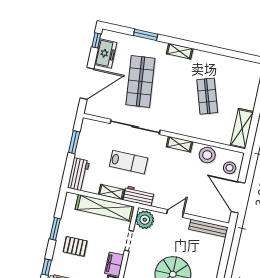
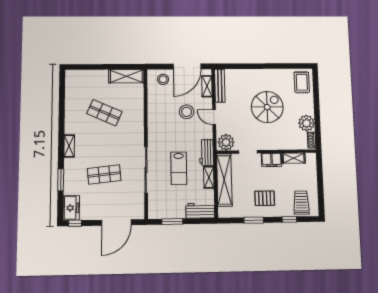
freezer: (106, 53) -> (71, 208), moved, turned 90
shop shelf: (140, 81) -> (104, 175), width x0.70, depth x0.74
door: (87, 83) -> (116, 222), swing flipped
shop shelf: (207, 96) -> (104, 113), turned 42
shelving: (179, 144) -> (207, 86), moved
stool: (207, 155) -> (187, 112), moved
lab bench: (129, 162) -> (179, 168), turned 180
pallet: (75, 246) -> (265, 198), turned 90

